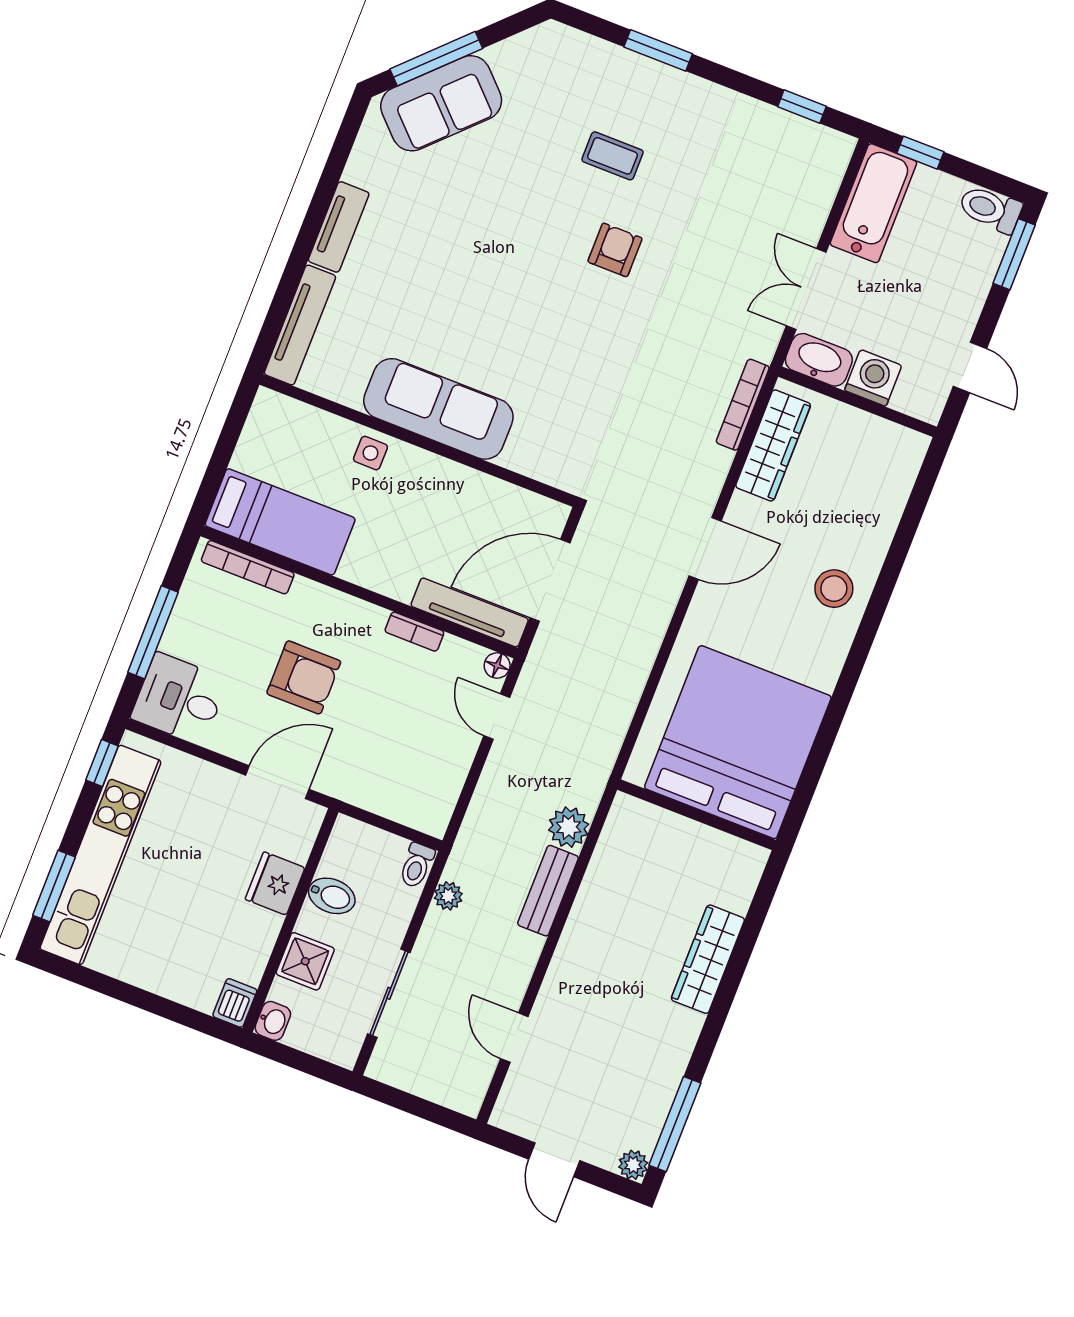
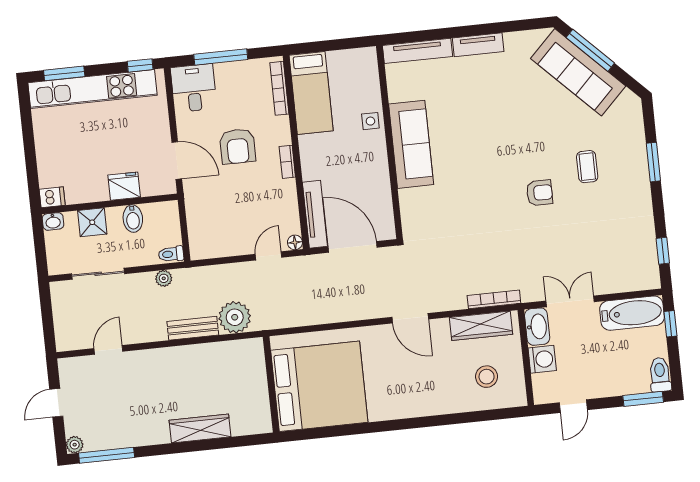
sofa: (441, 103) -> (578, 72), width x1.36
stool: (834, 589) -> (487, 377), moved
bookcase: (414, 632) -> (287, 162), moved
plant: (569, 827) -> (235, 317), width x1.36, depth x1.36

